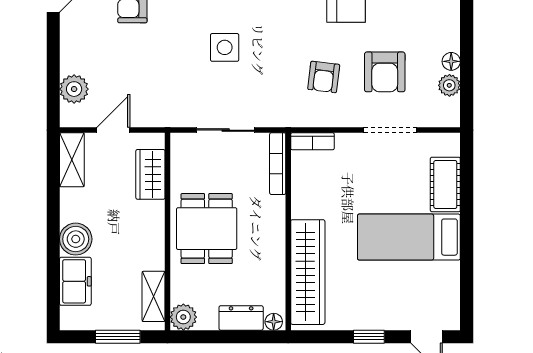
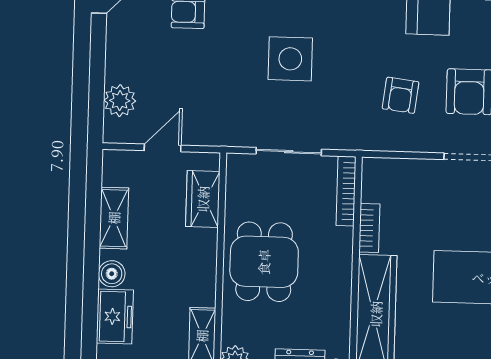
side table: (225, 47) -> (290, 59), width x1.37, depth x1.37
bookcase: (312, 141) -> (369, 228), moved, turned -90
shelving: (72, 160) -> (114, 218), moved
boiler: (76, 239) -> (112, 274), width x0.73, depth x0.73

